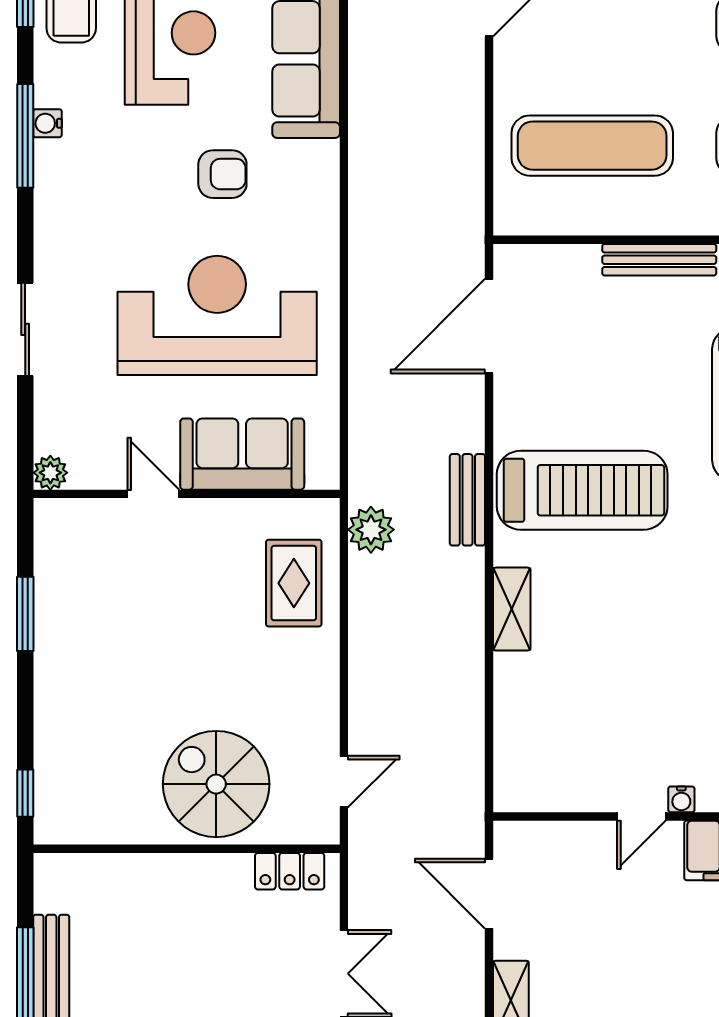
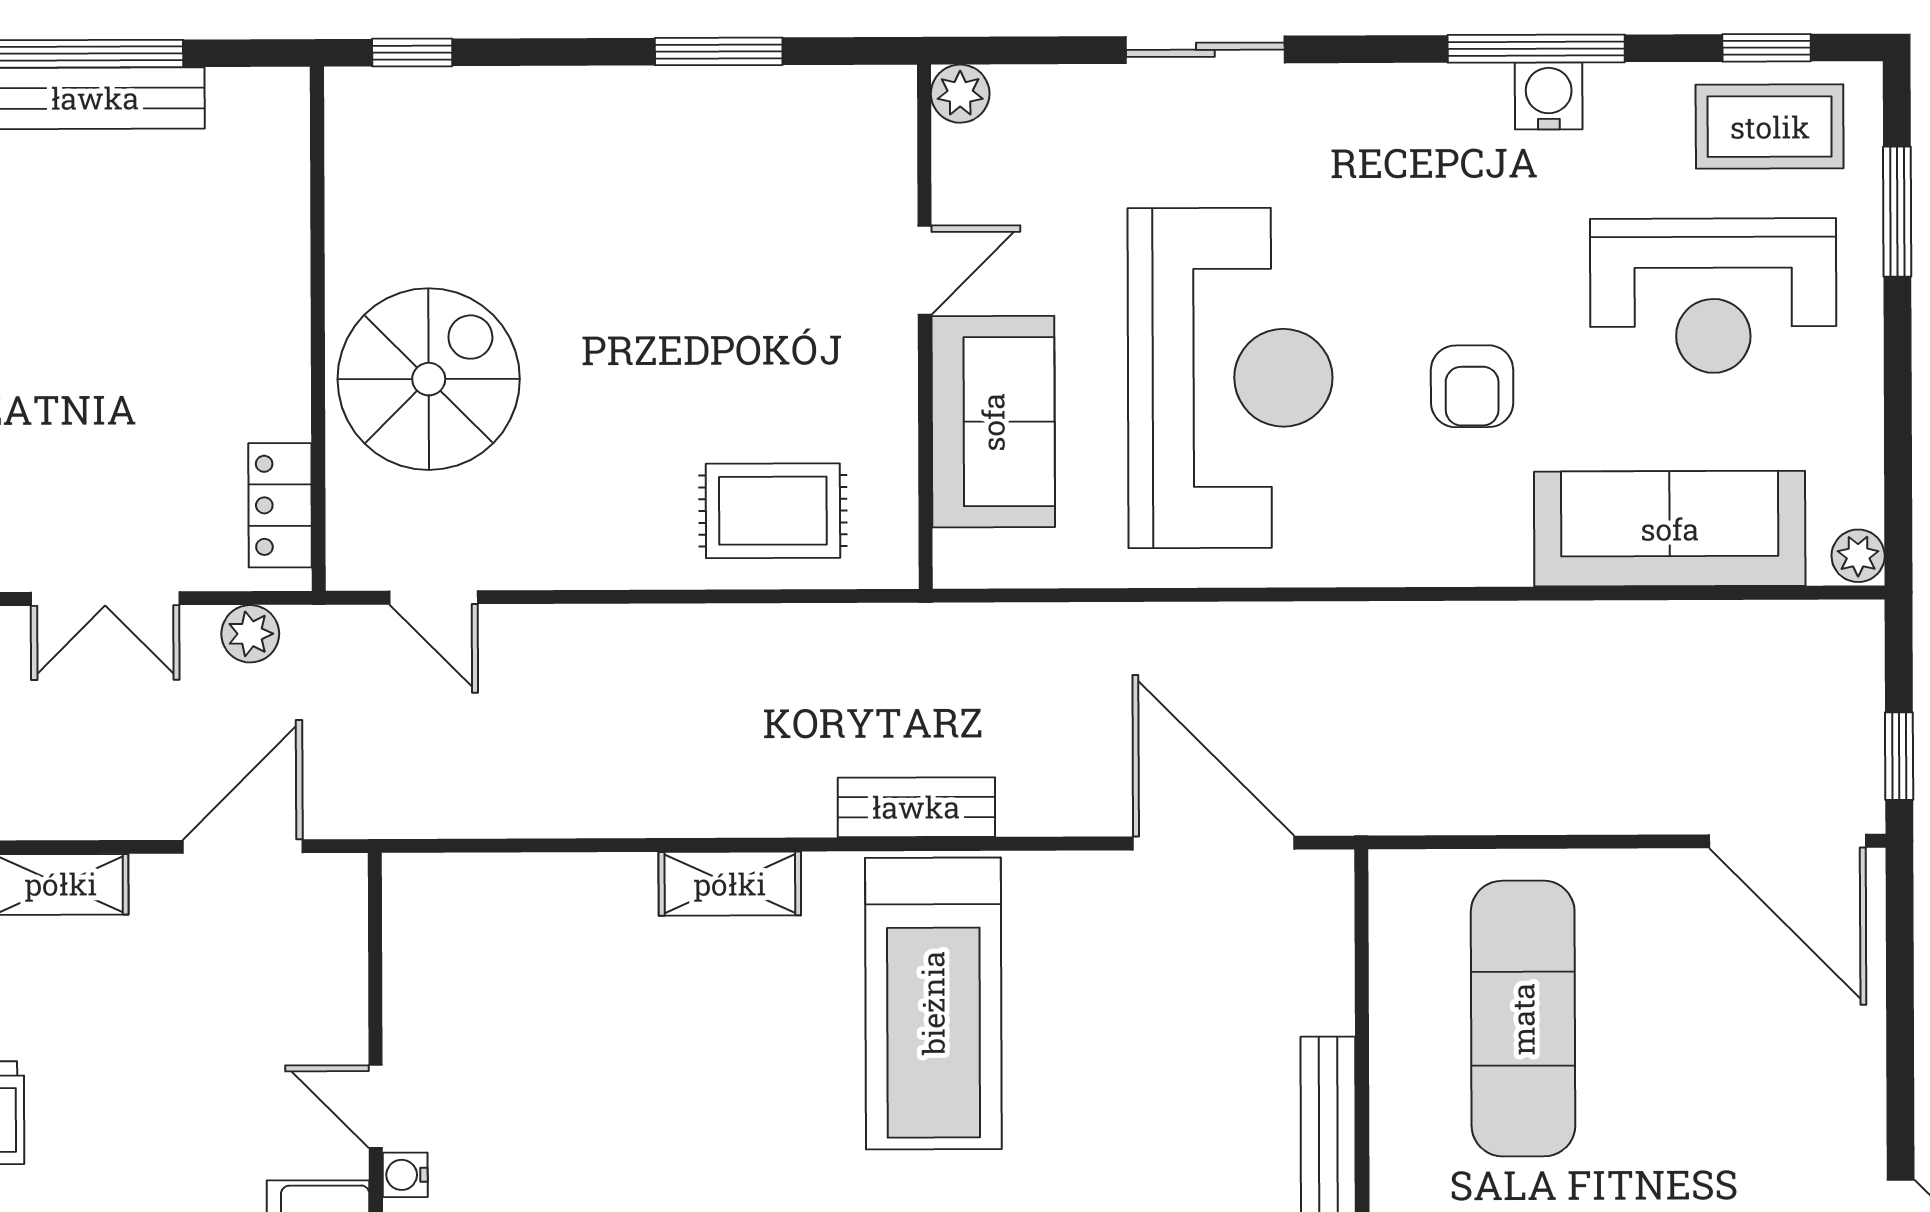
water cooler: (47, 123) -> (1549, 96), width x1.38, depth x1.38
plant: (371, 530) -> (250, 634), moved, width x0.73, depth x0.73

